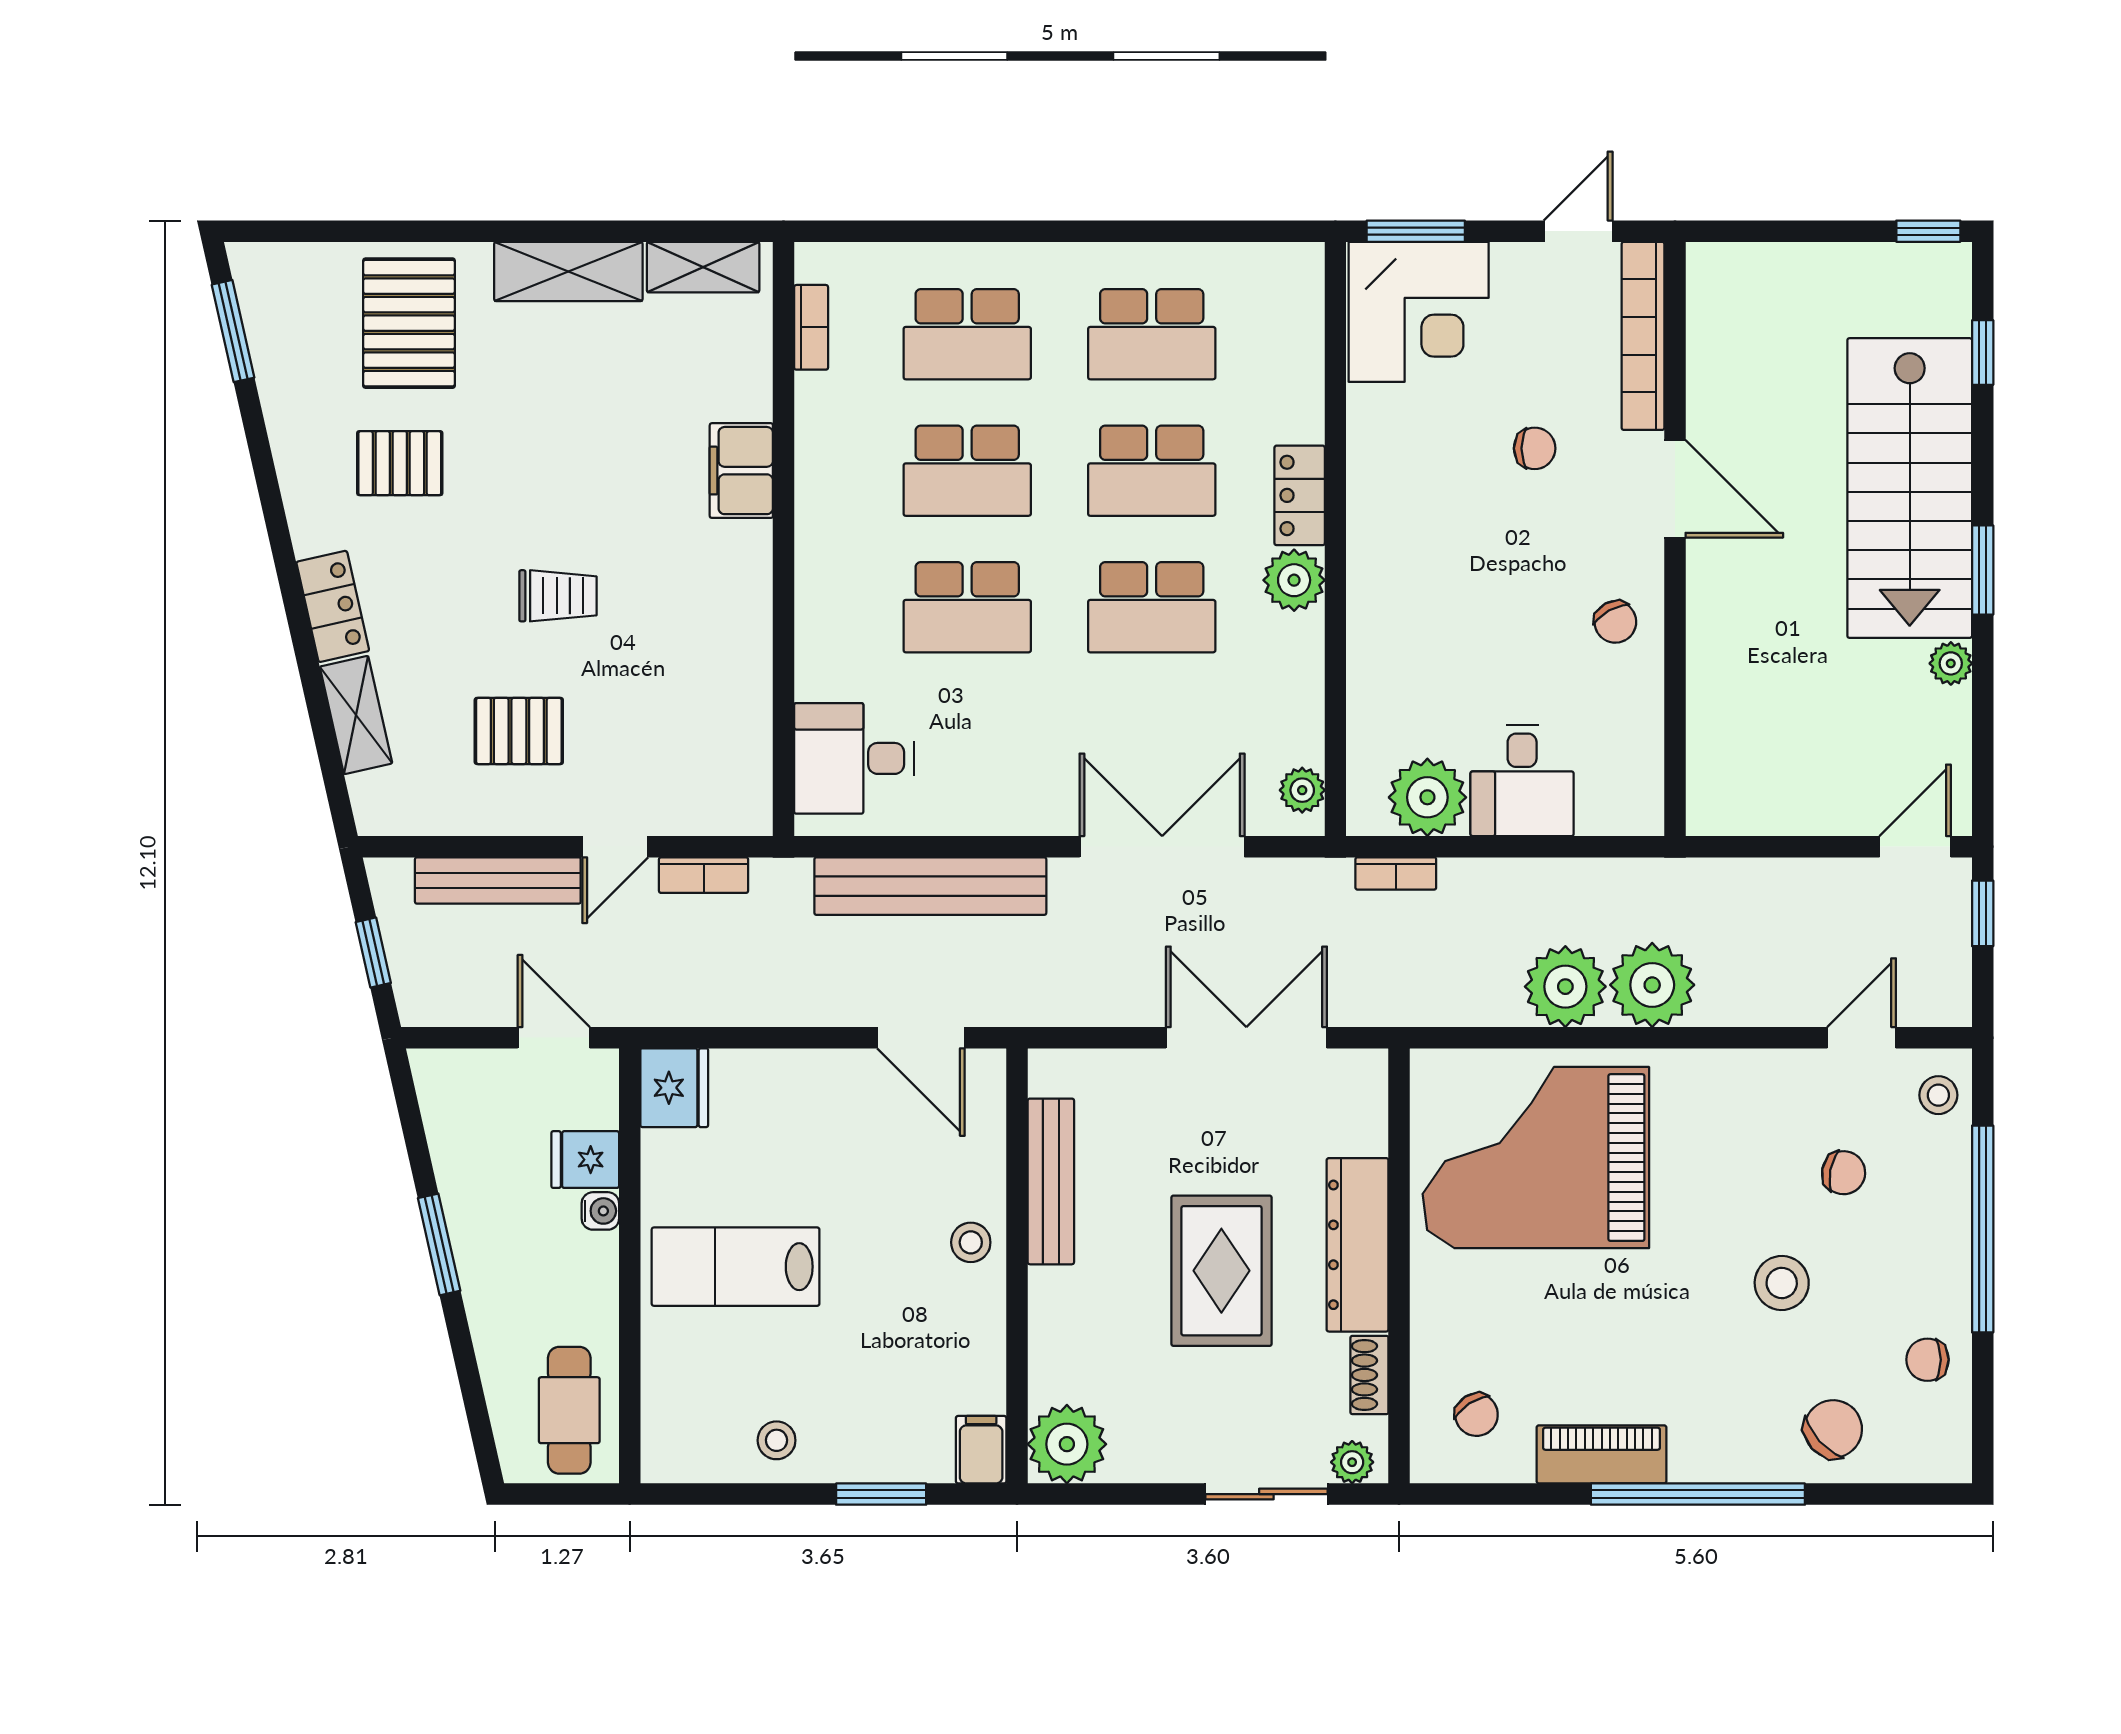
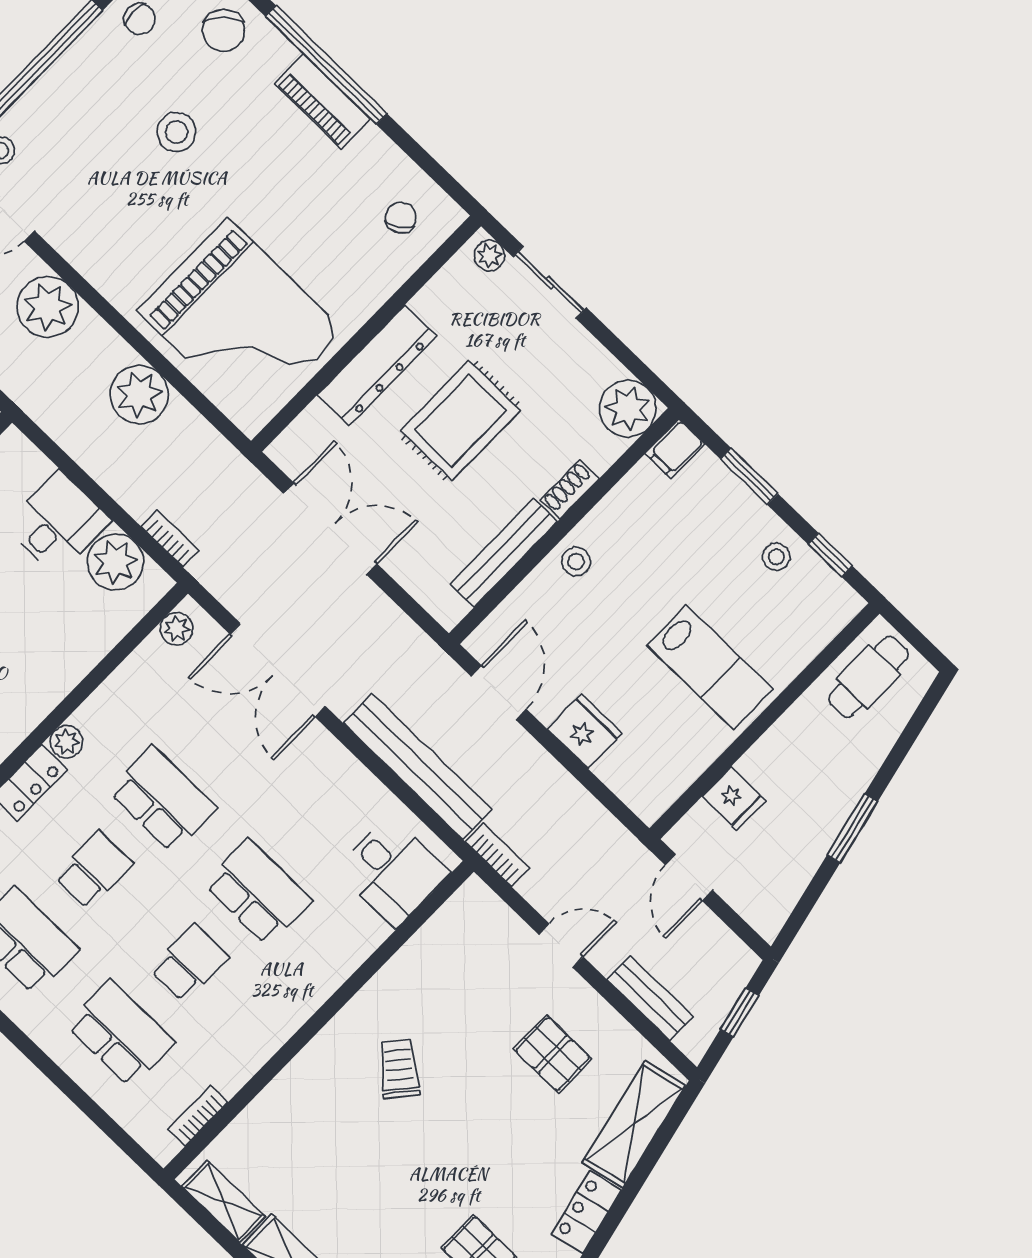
filing cabinet: (741, 471) -> (306, 1077), removed
school desk: (967, 471) -> (189, 963), width x0.54
school desk: (1152, 471) -> (94, 870), width x0.54
plant: (1294, 580) -> (67, 742), width x0.73, depth x0.73
trolley: (558, 596) -> (399, 1069), moved, turned 40
shelving: (356, 715) -> (634, 1124), width x1.50, depth x1.33
bookcase: (704, 875) -> (497, 855), moved
bench: (498, 880) -> (650, 998), width x0.73
plant: (1652, 985) -> (48, 307), moved
double door: (1246, 1038) -> (330, 529), swing flipped
fridge: (674, 1088) -> (585, 731), moved, turned 90
chair: (1844, 1173) -> (89, 158), removed
water cooler: (600, 1211) -> (752, 764), removed
shoe rack: (1369, 1375) -> (570, 489), moved, turned 180
chair: (1833, 1429) -> (223, 31), turned -92
piano: (1602, 1454) -> (322, 101), moved
window: (725, 1494) -> (830, 555), added

